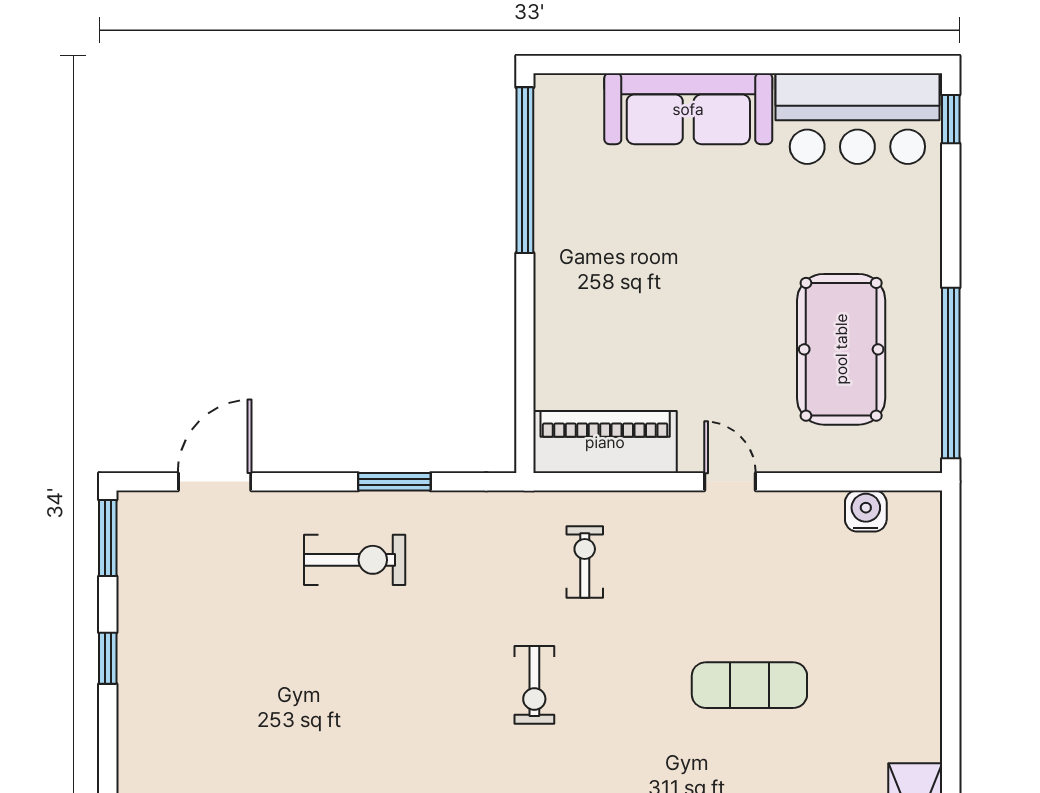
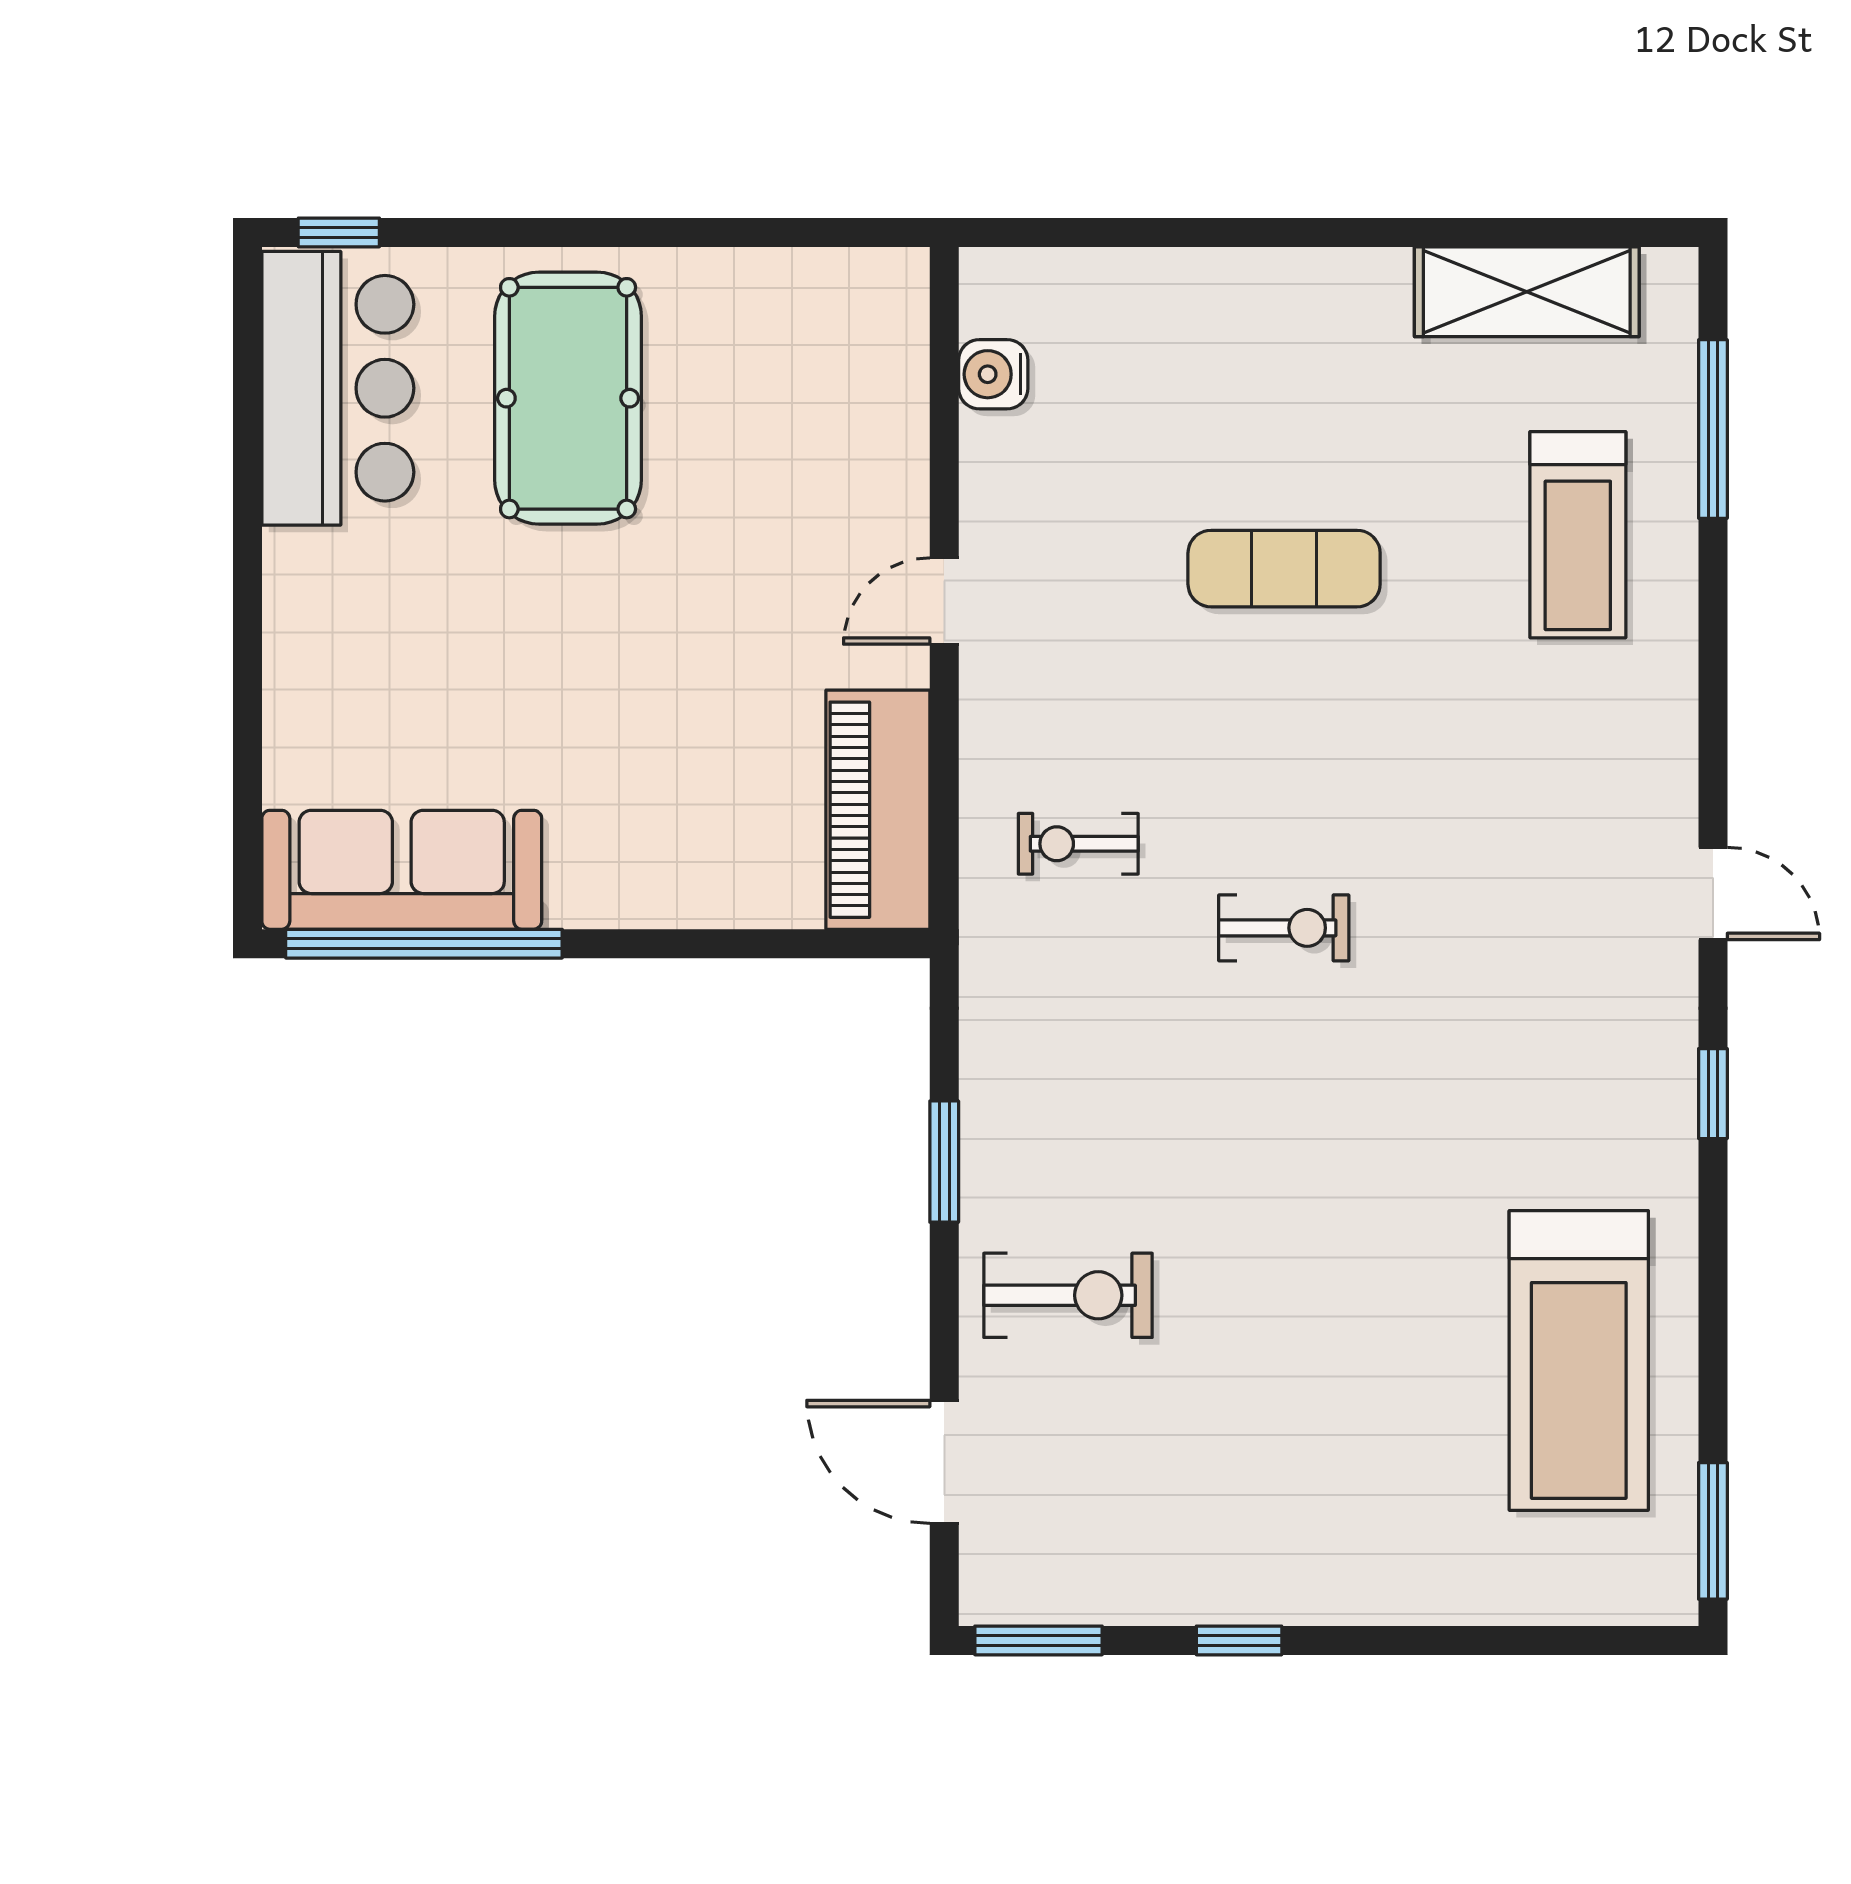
sofa: (688, 109) -> (402, 870), moved, turned -90
pool table: (841, 349) -> (568, 398), moved, turned 90
window: (951, 373) -> (763, 232), removed
exercise bike: (355, 560) -> (1068, 1295), moved, turned 90
exercise mat: (749, 685) -> (1284, 569), turned 90

